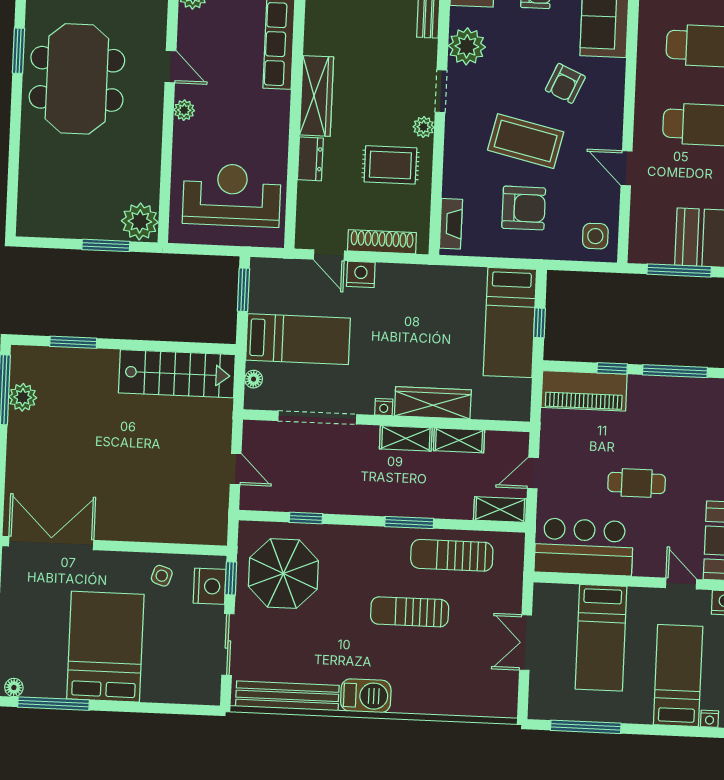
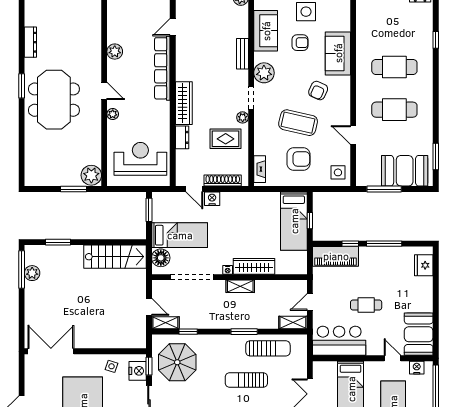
floor lamp: (254, 379) -> (161, 258), width x1.89, depth x1.89
shelving: (459, 440) -> (165, 323), moved
sun lounger: (452, 555) -> (268, 348), turned 180

